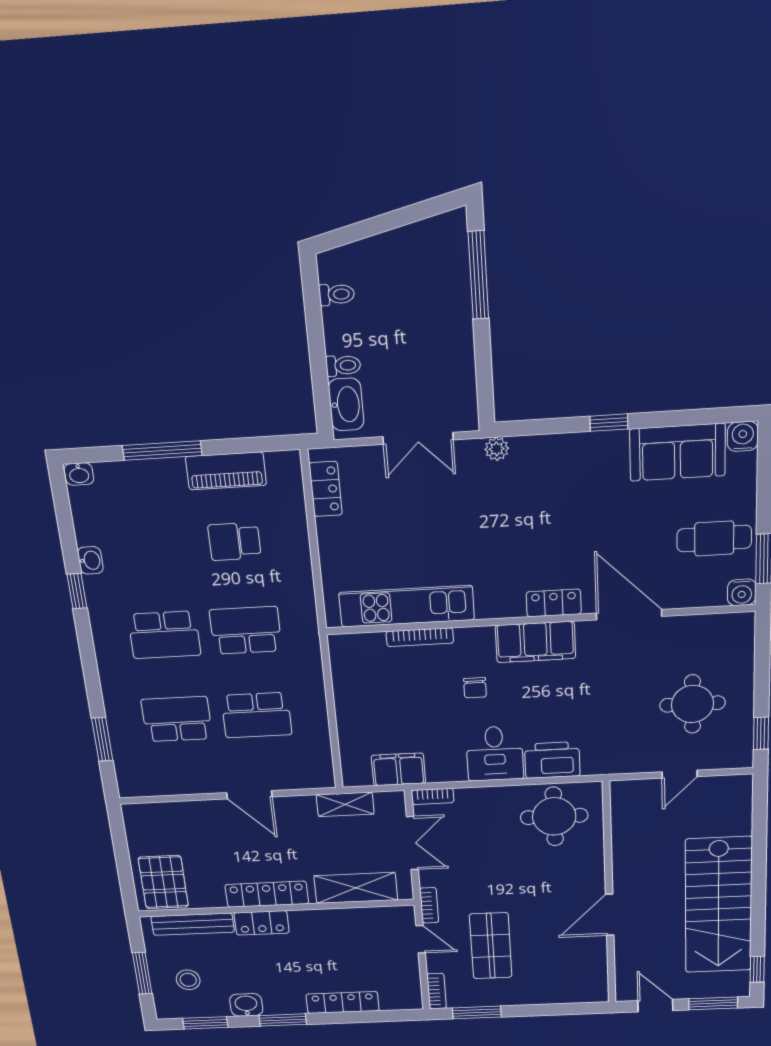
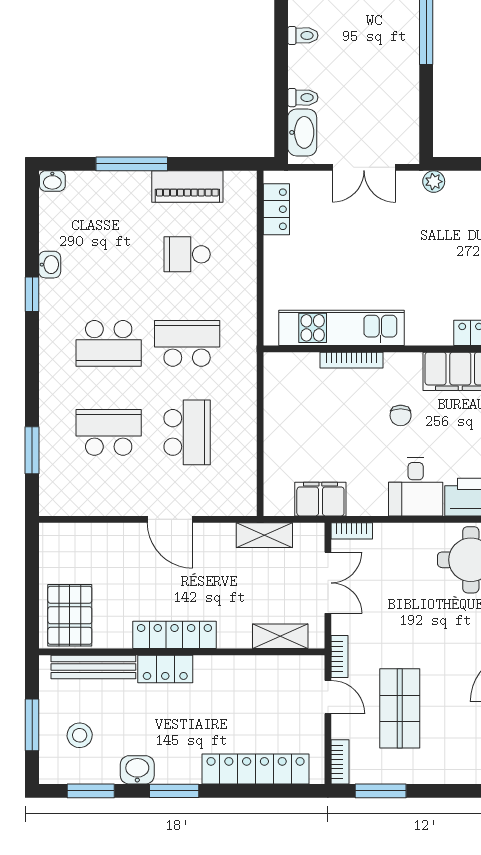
school desk: (256, 715) -> (187, 432), turned -90
shelving: (356, 888) -> (280, 636), width x0.67, depth x0.75
locker: (343, 1002) -> (256, 769), width x1.41, depth x1.21

